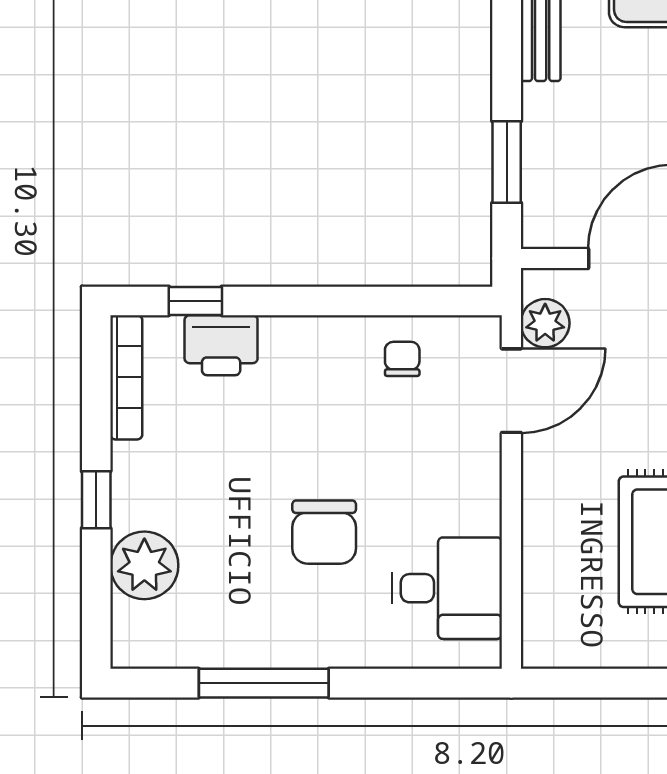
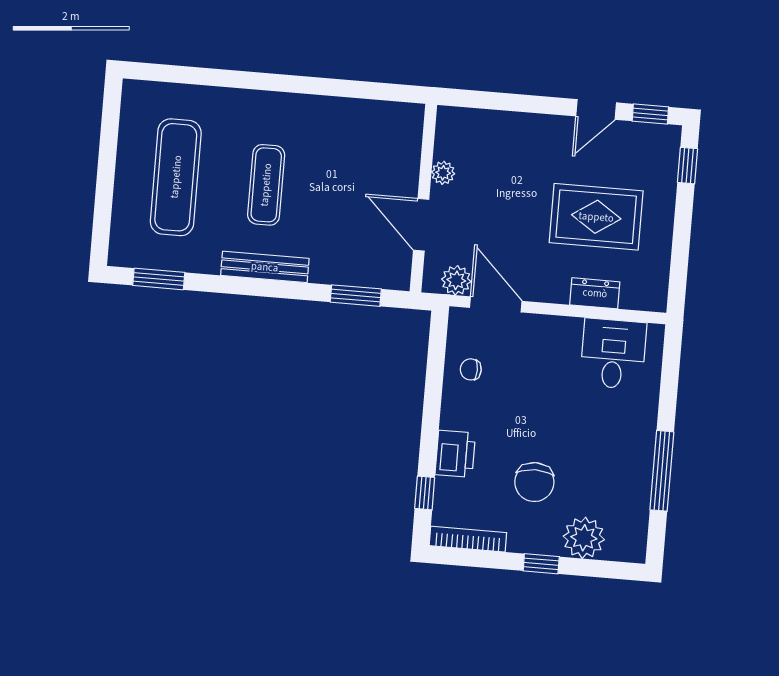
printer: (221, 345) -> (455, 454), moved
chair: (324, 532) -> (534, 482), moved, turned 90
dresser: (543, 550) -> (595, 293), added

